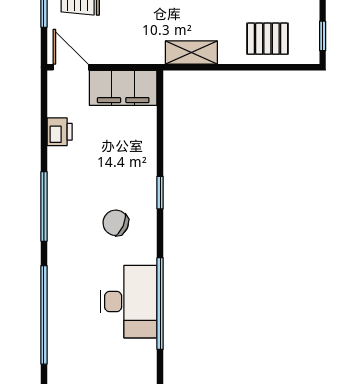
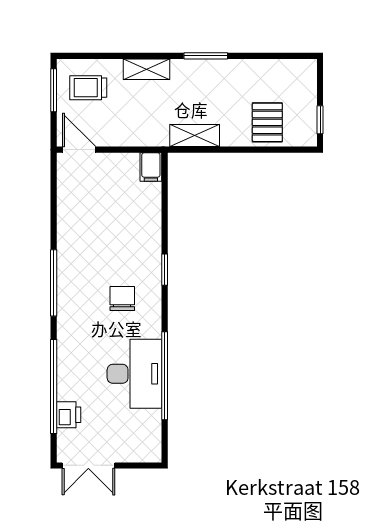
pallet: (267, 39) -> (267, 122), turned 90
filing cabinet: (123, 88) -> (151, 167), width x0.33, depth x0.86
printer: (60, 132) -> (69, 415), moved
chair: (116, 223) -> (122, 298), turned 66

